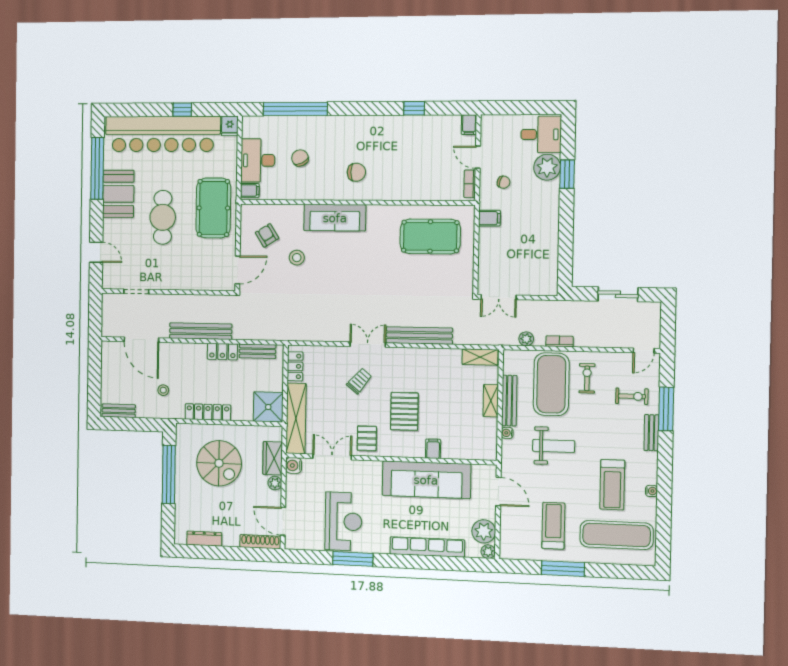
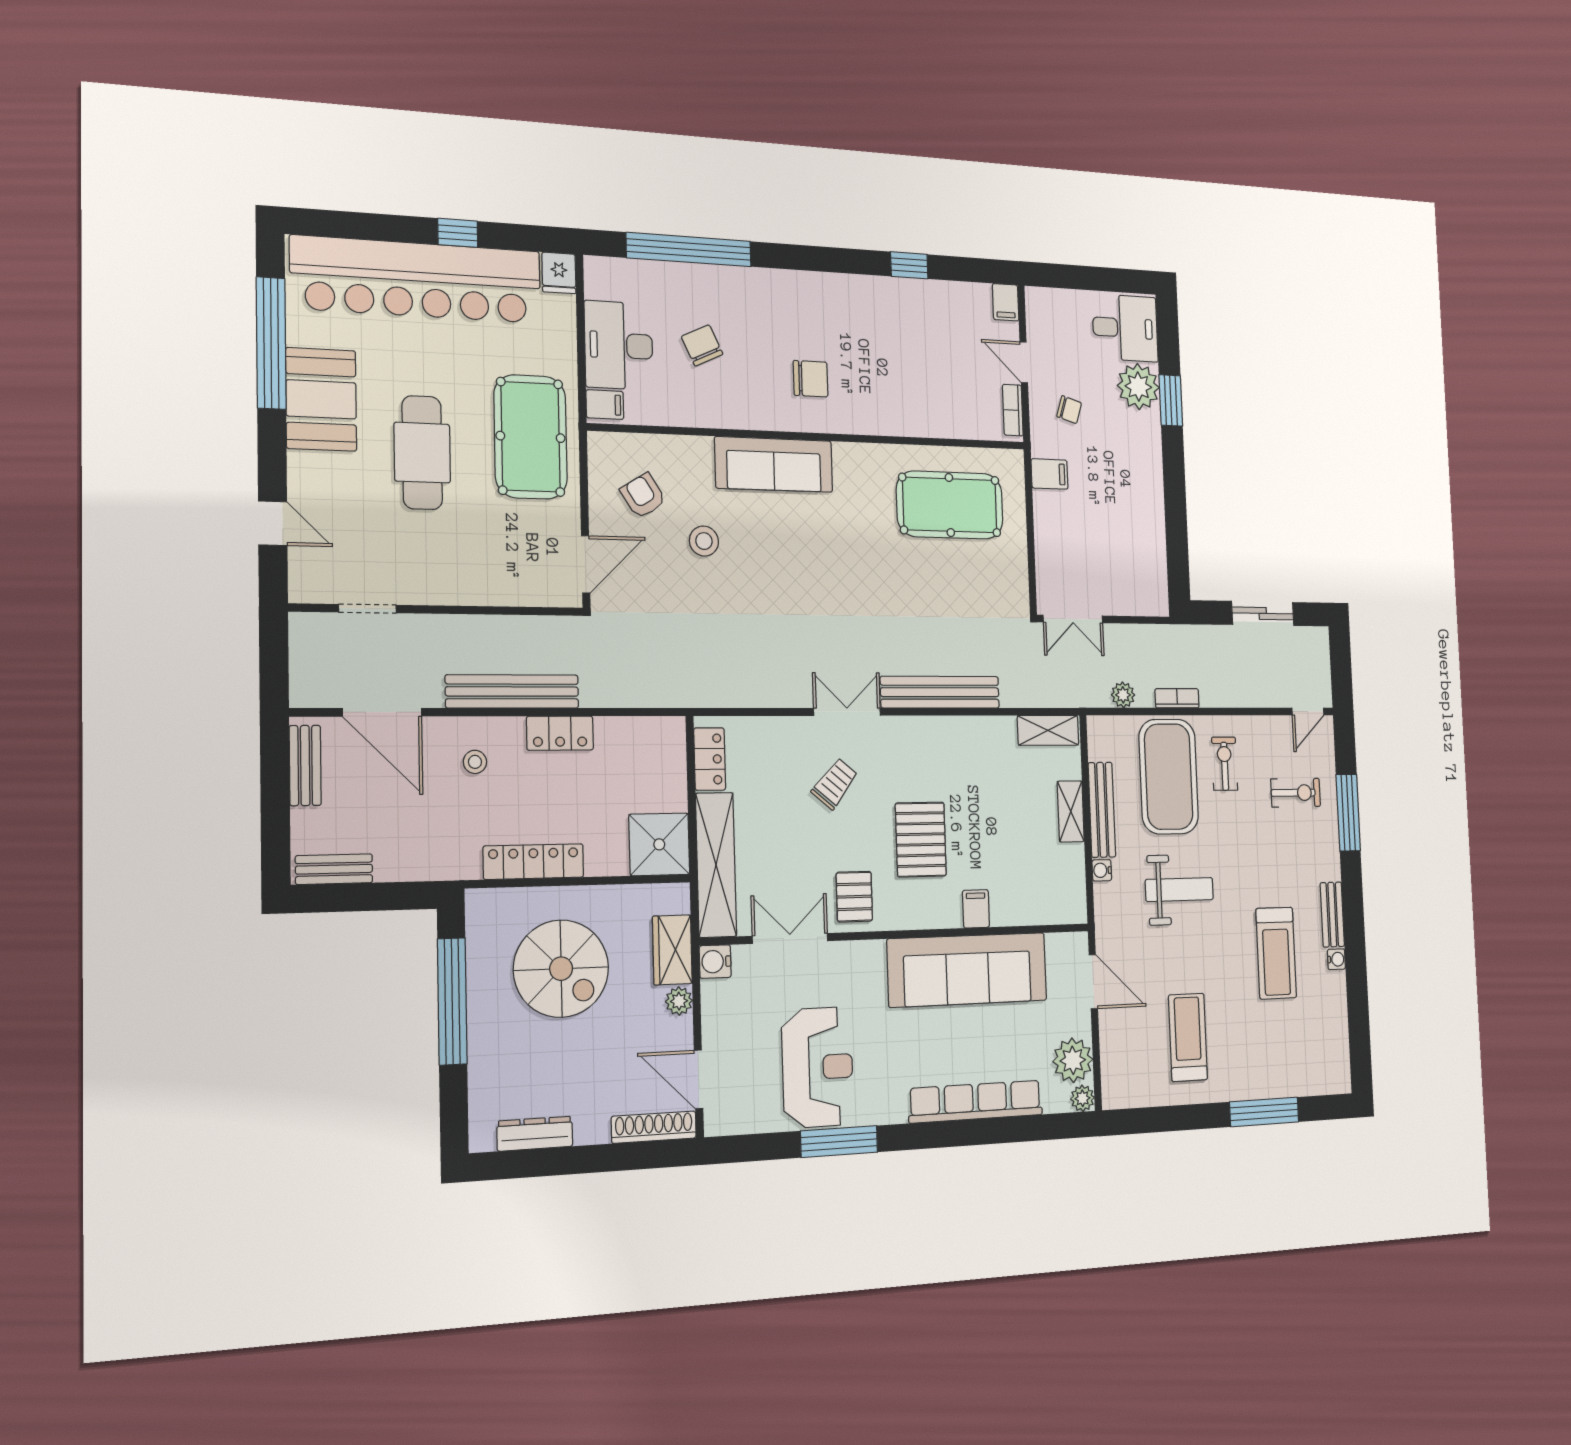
bench: (258, 351) -> (305, 765), moved, turned 90
stool: (163, 390) -> (475, 762), moved
bench: (651, 433) -> (1332, 915), moved
exercise mat: (617, 535) -> (1289, 1044), removed
window: (563, 569) -> (1264, 1112), moved

